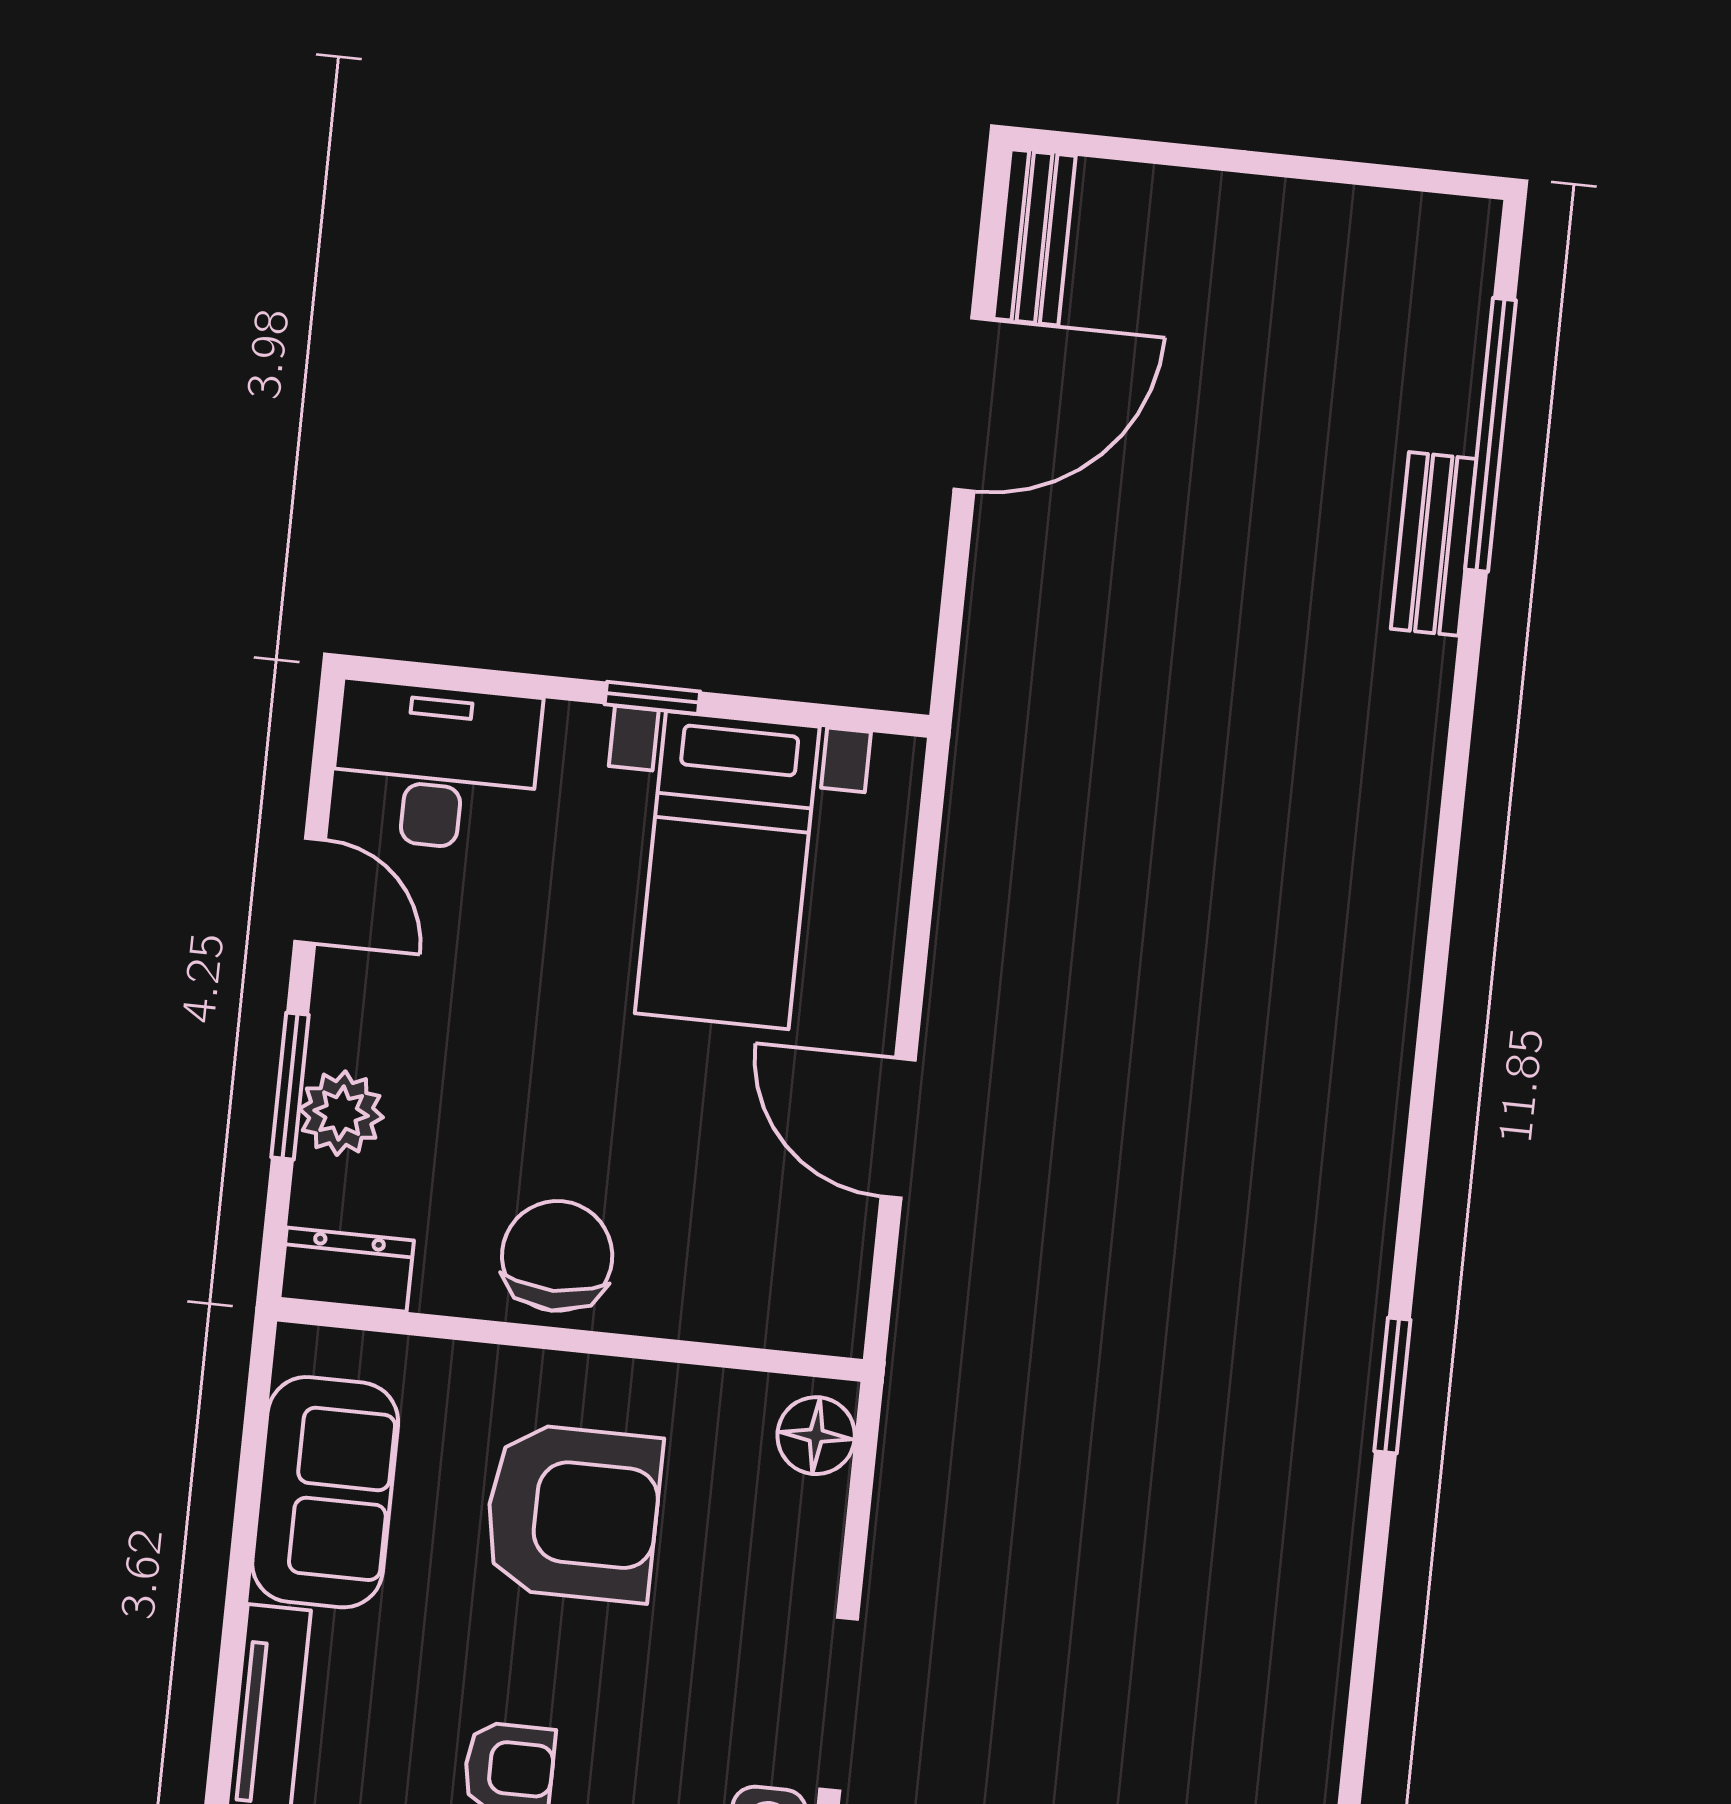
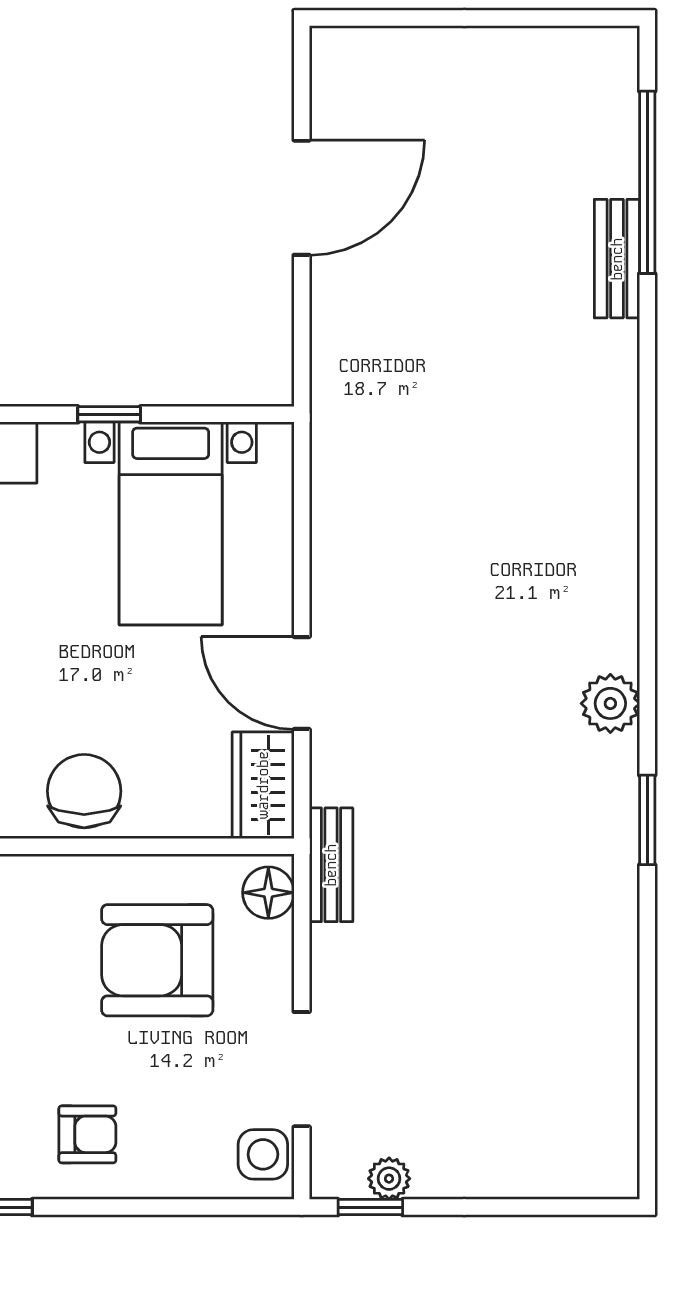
bench: (1034, 237) -> (331, 865), moved
plant: (1355, 1206) -> (610, 703), added
wardrobe: (825, 1275) -> (263, 785), added
armchair: (573, 1513) -> (157, 960), moved, turned 180

